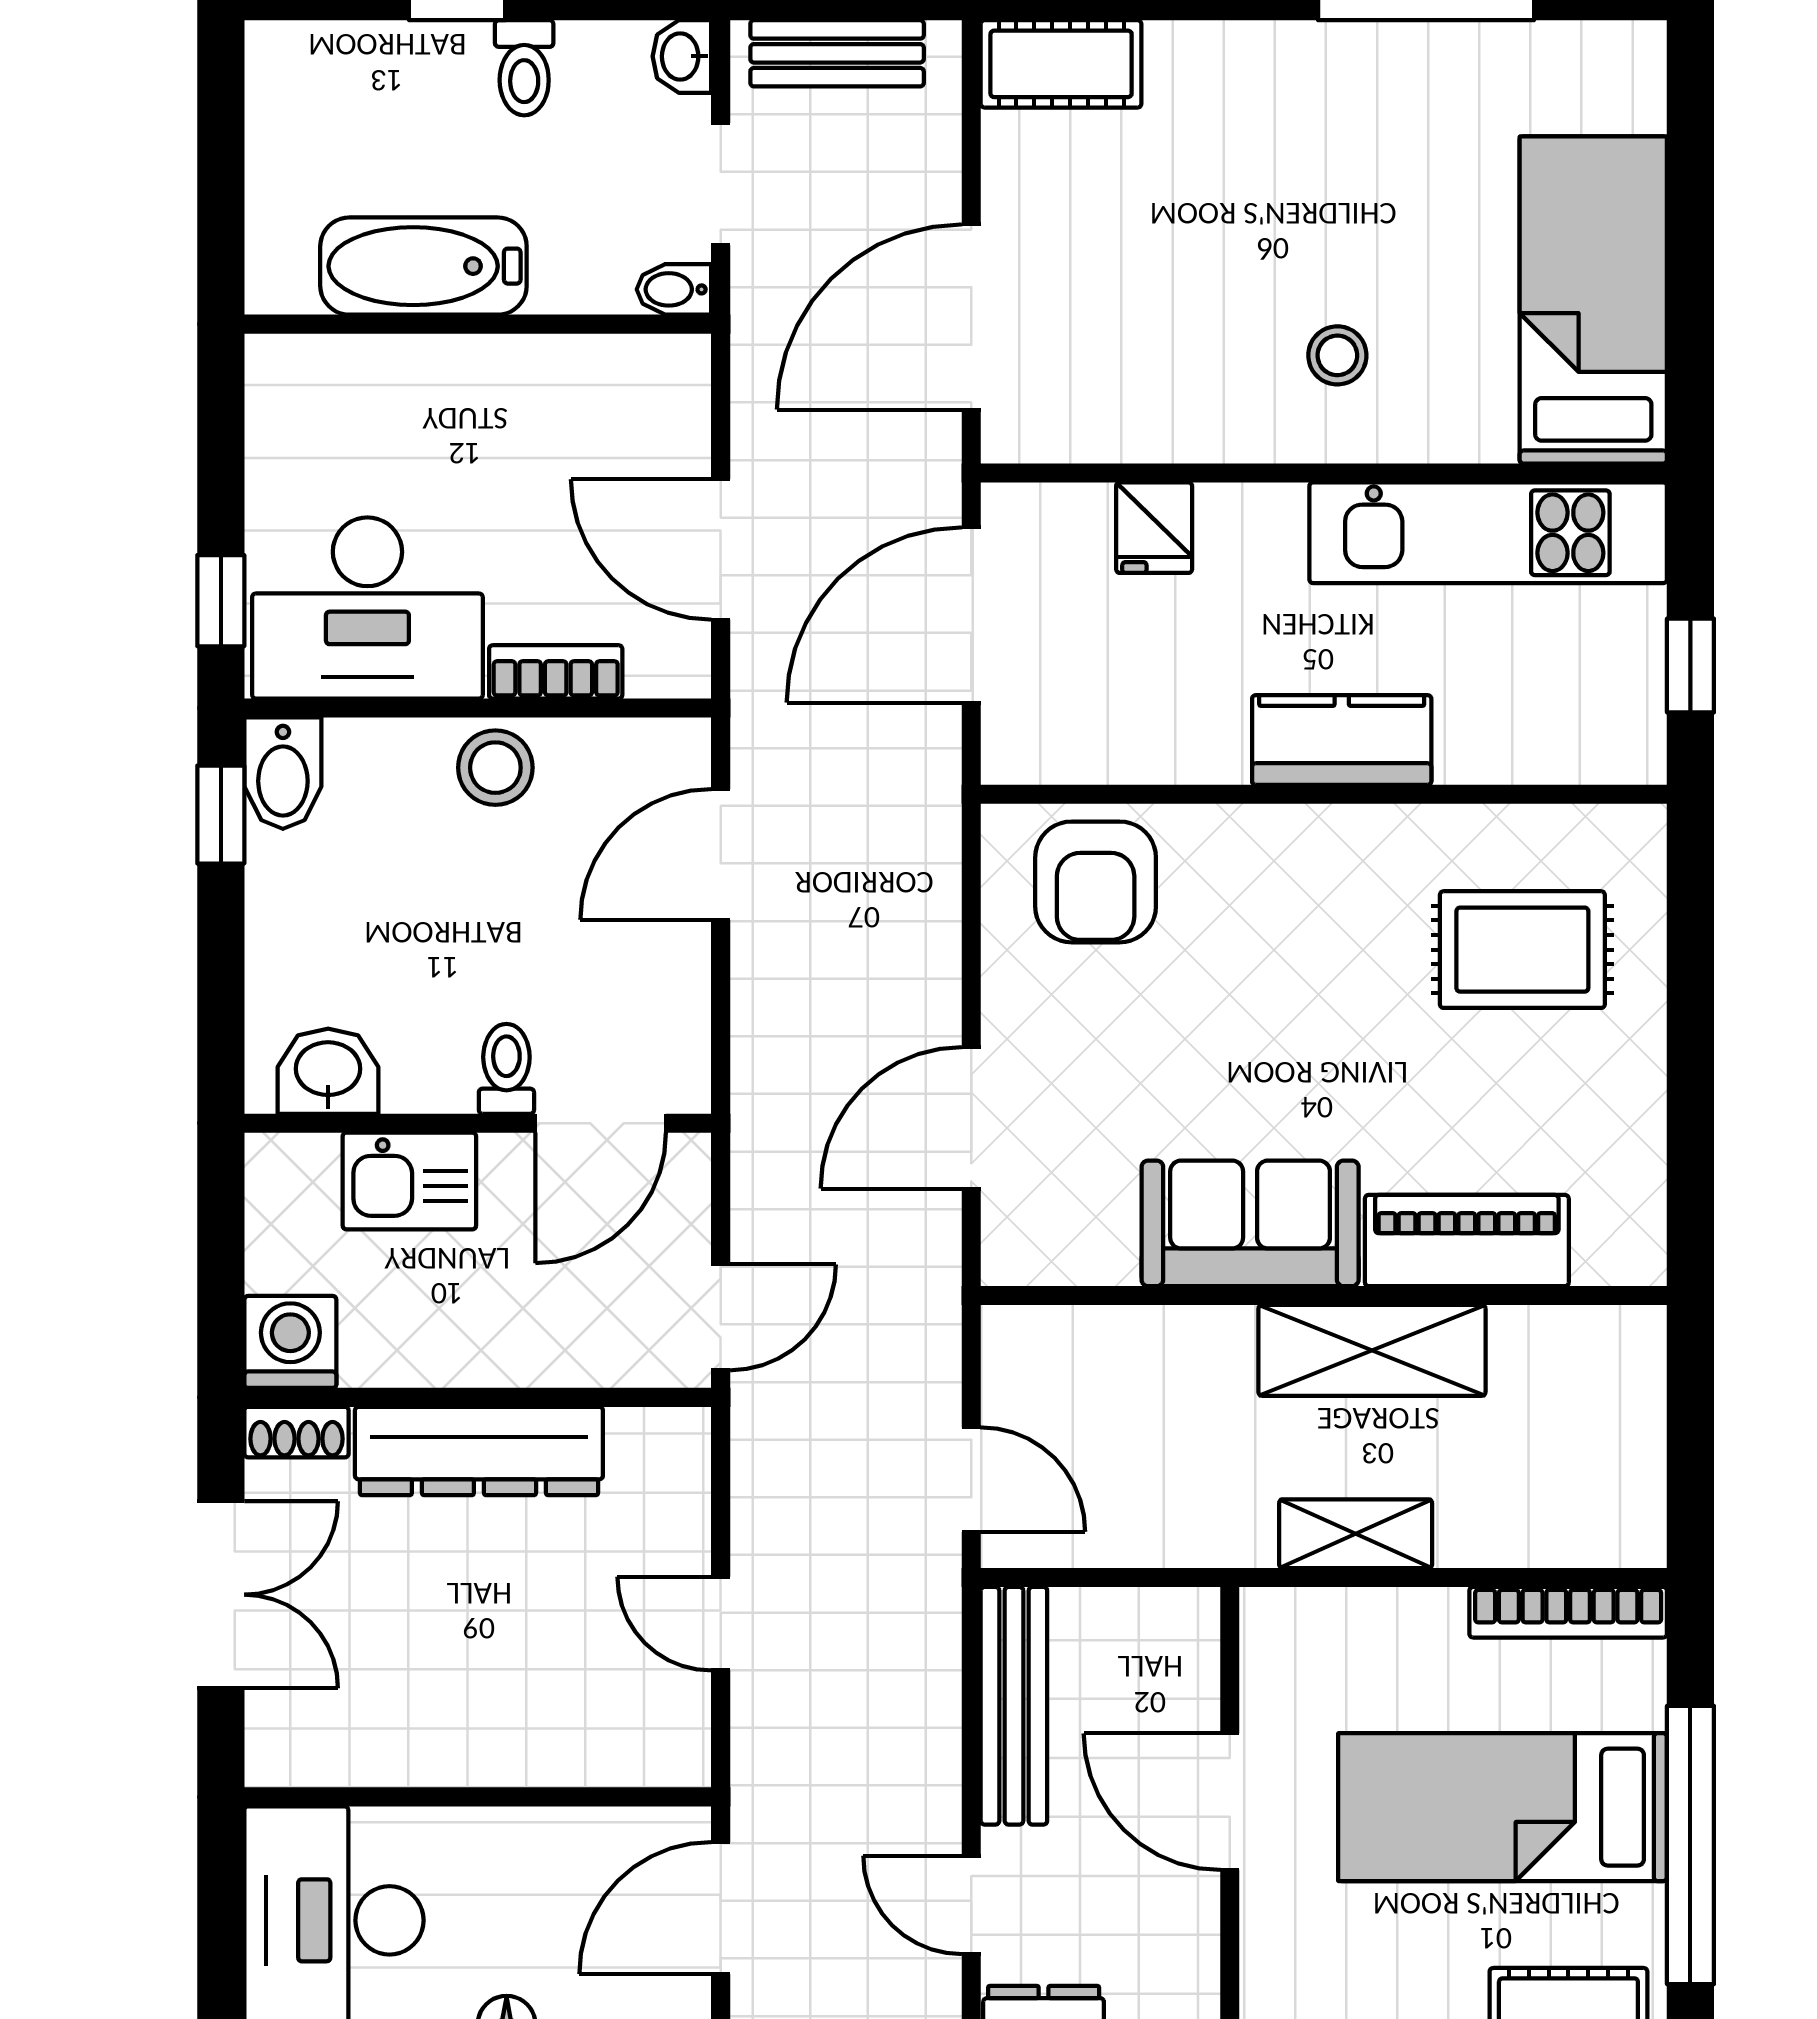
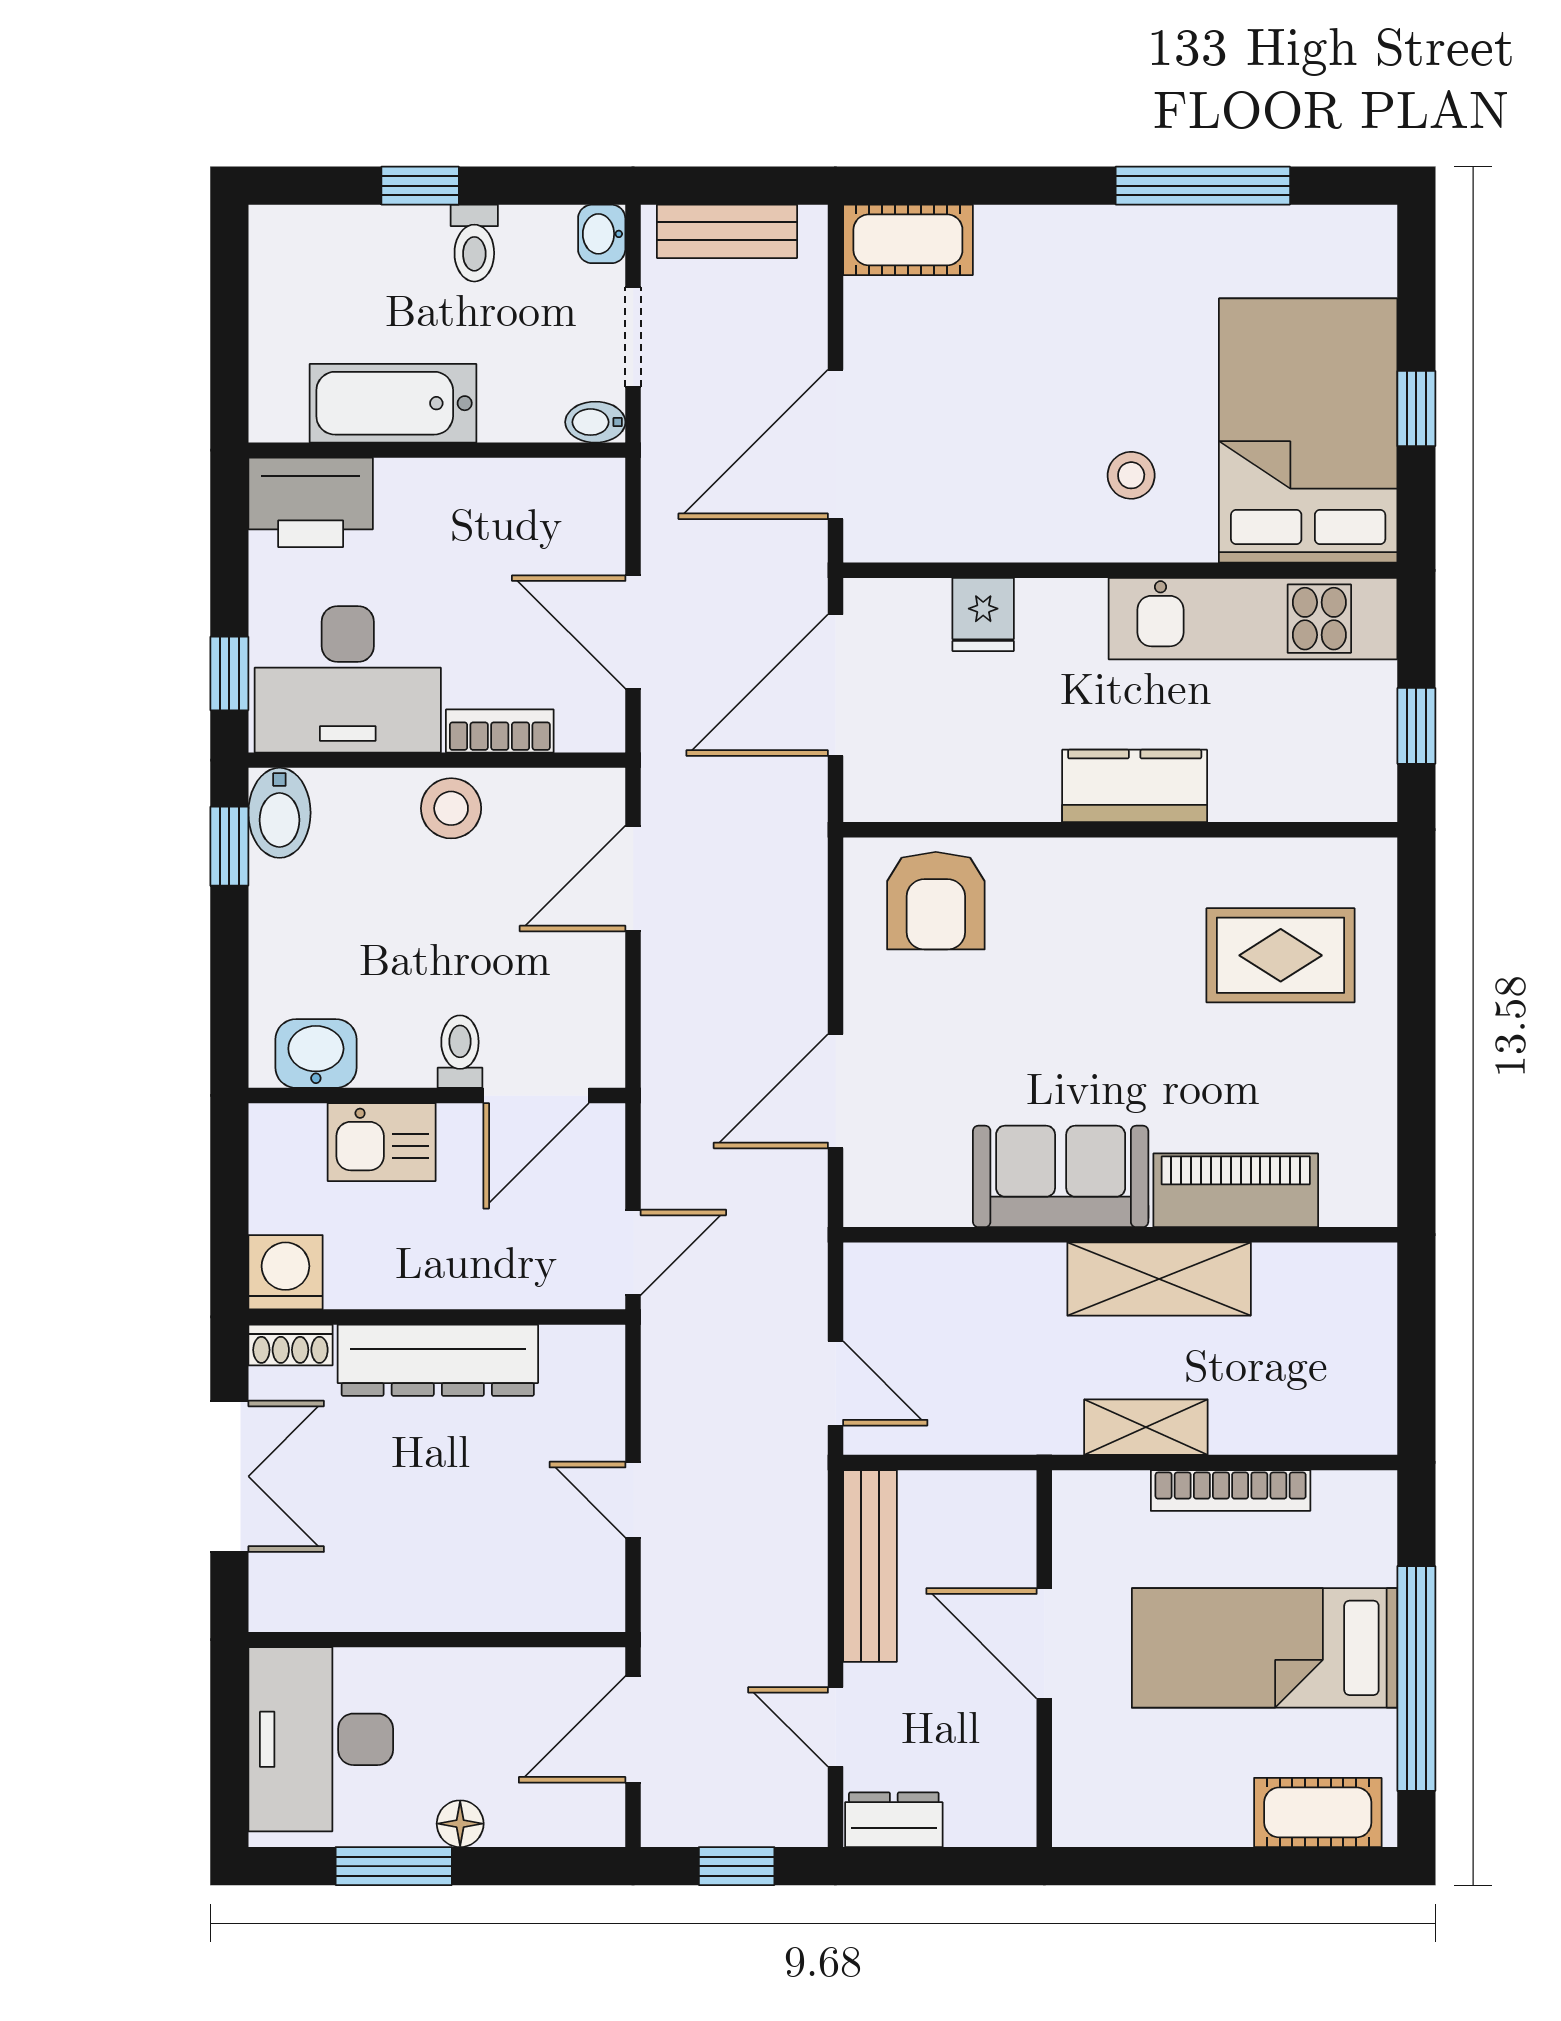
window: (1690, 273) -> (1416, 409), added
bed: (1593, 300) -> (1308, 431), width x1.50
printer: (321, 389) -> (311, 502), added
bookcase: (1568, 1612) -> (1231, 1490), moved

